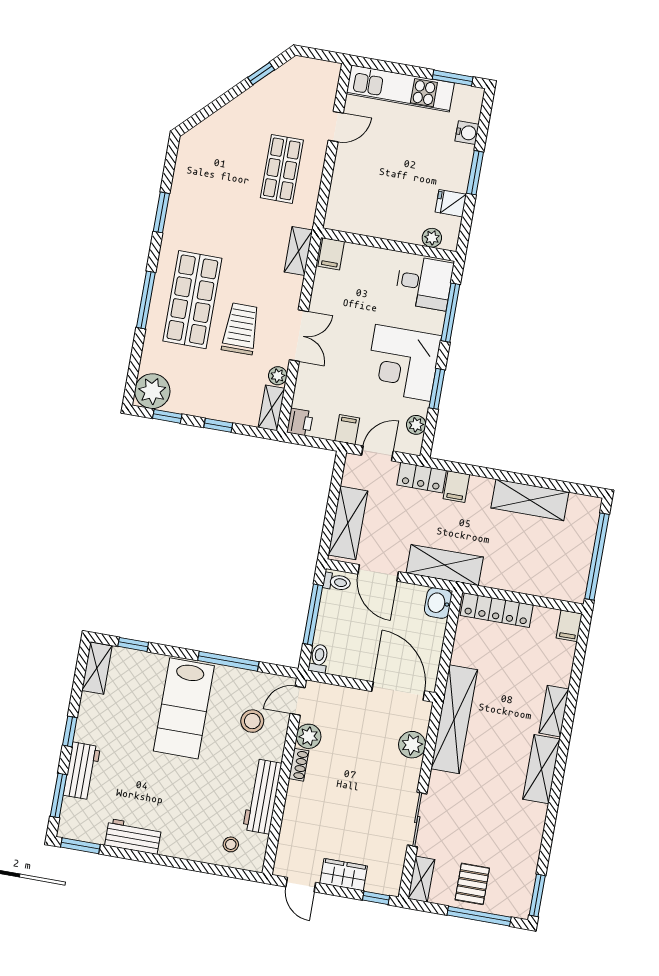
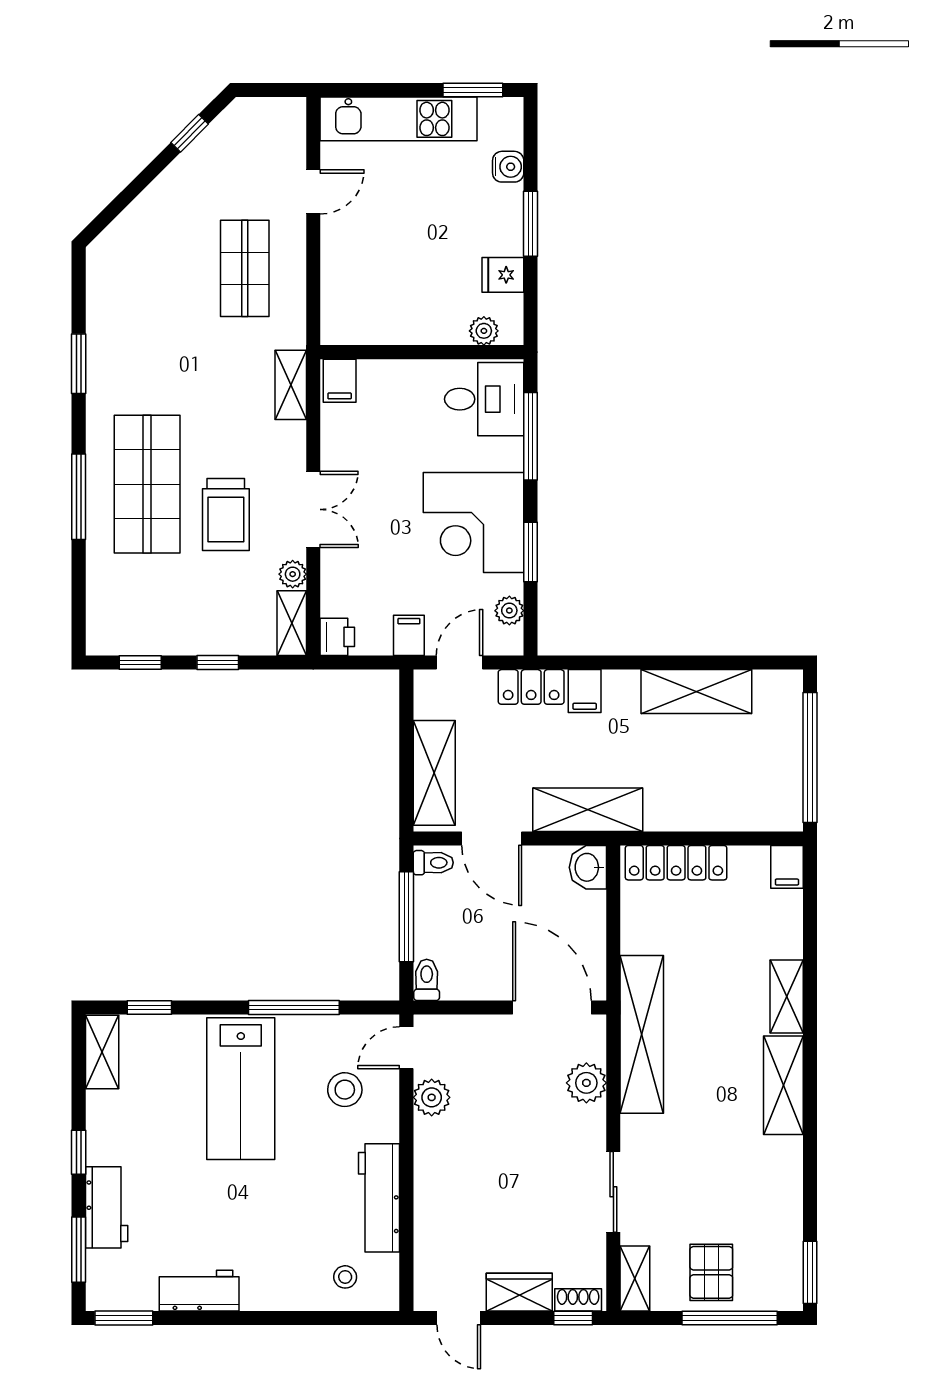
trolley: (241, 329) -> (226, 515), turned 180
plant: (152, 391) -> (112, 629), removed
shoe rack: (299, 765) -> (578, 1300), moved, turned -90

